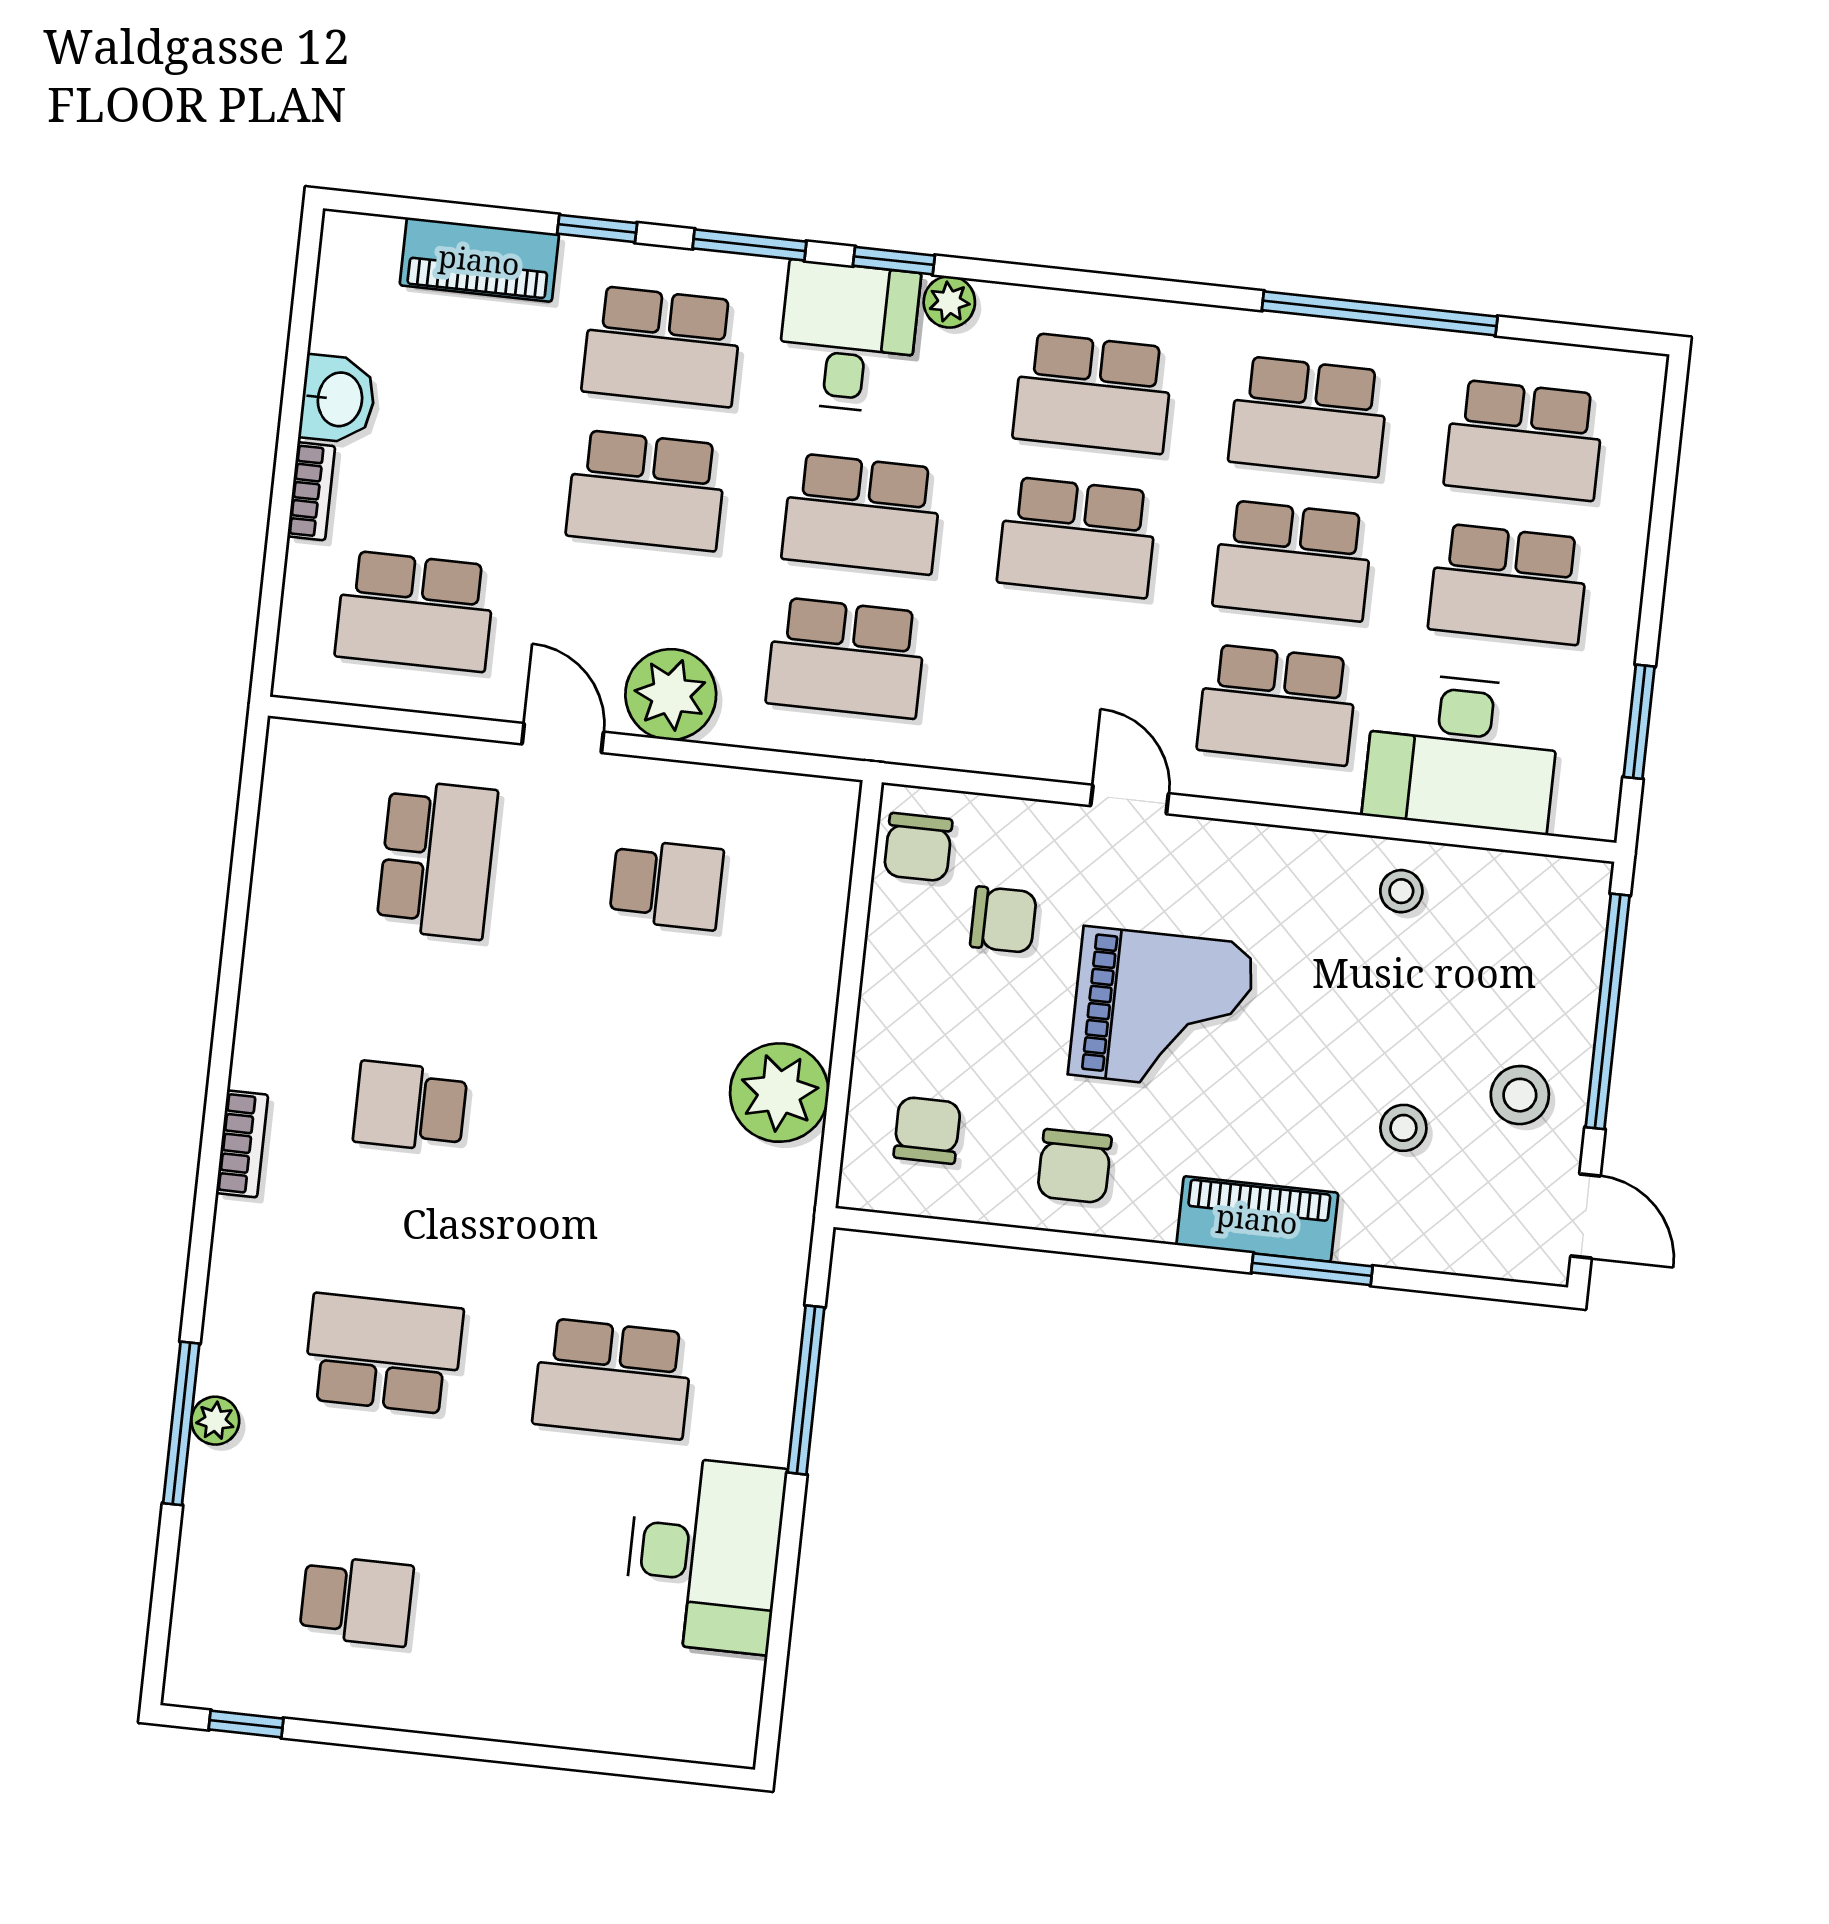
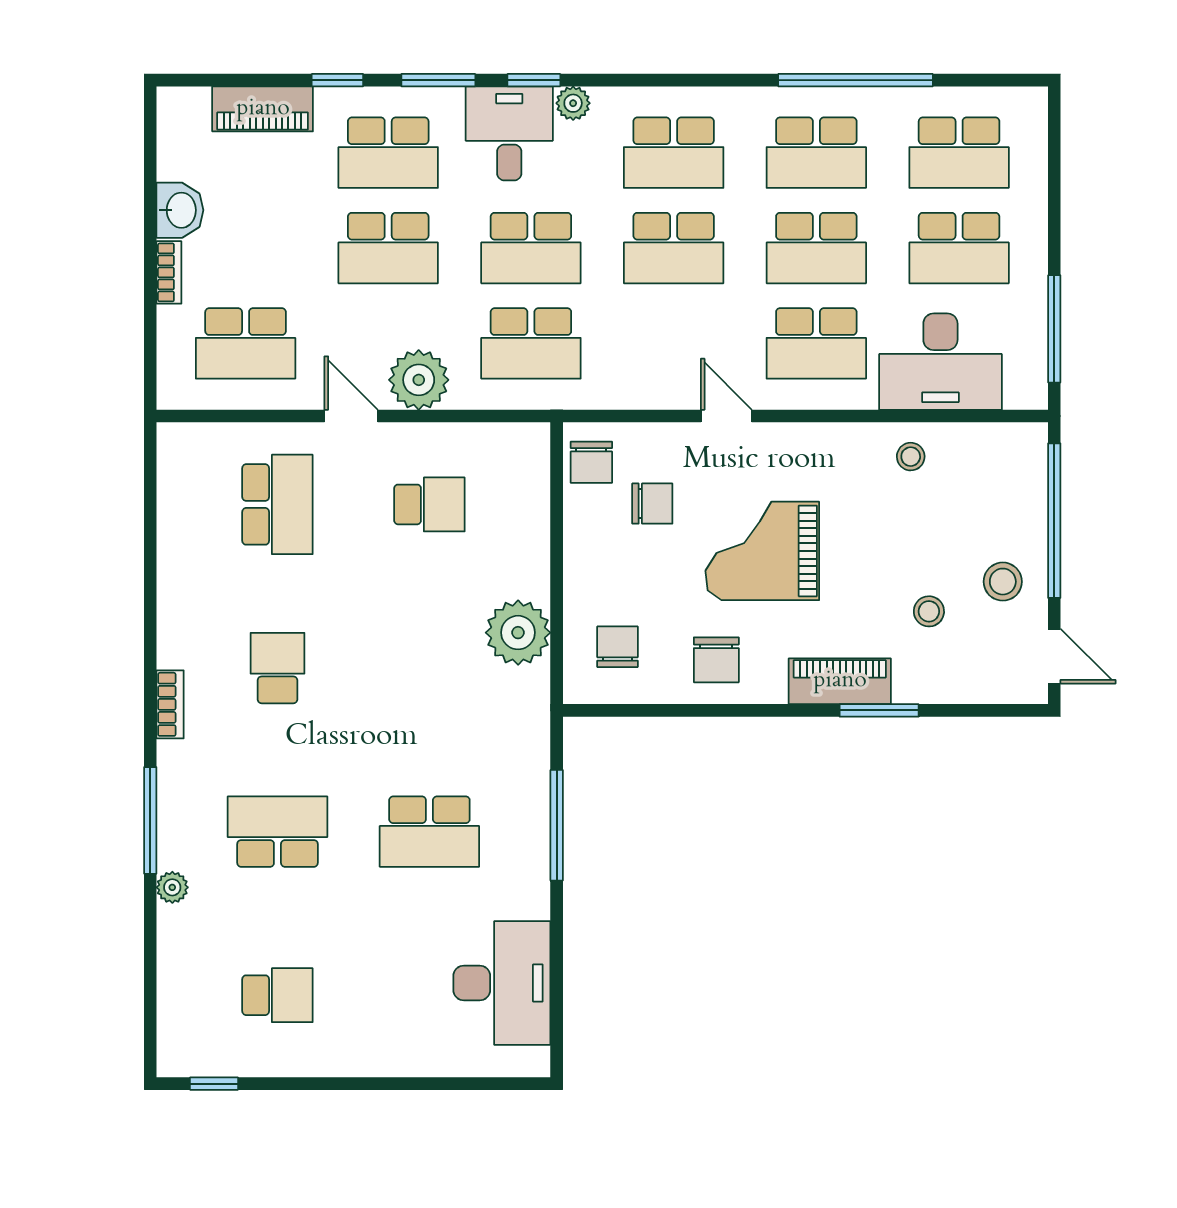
window: (1639, 722) -> (1054, 329), width x1.44
grand piano: (1162, 1009) -> (762, 551), turned 180
school desk: (410, 1107) -> (277, 668), turned 90
window: (181, 1423) -> (150, 820), moved
desk: (704, 1554) -> (502, 983), moved

